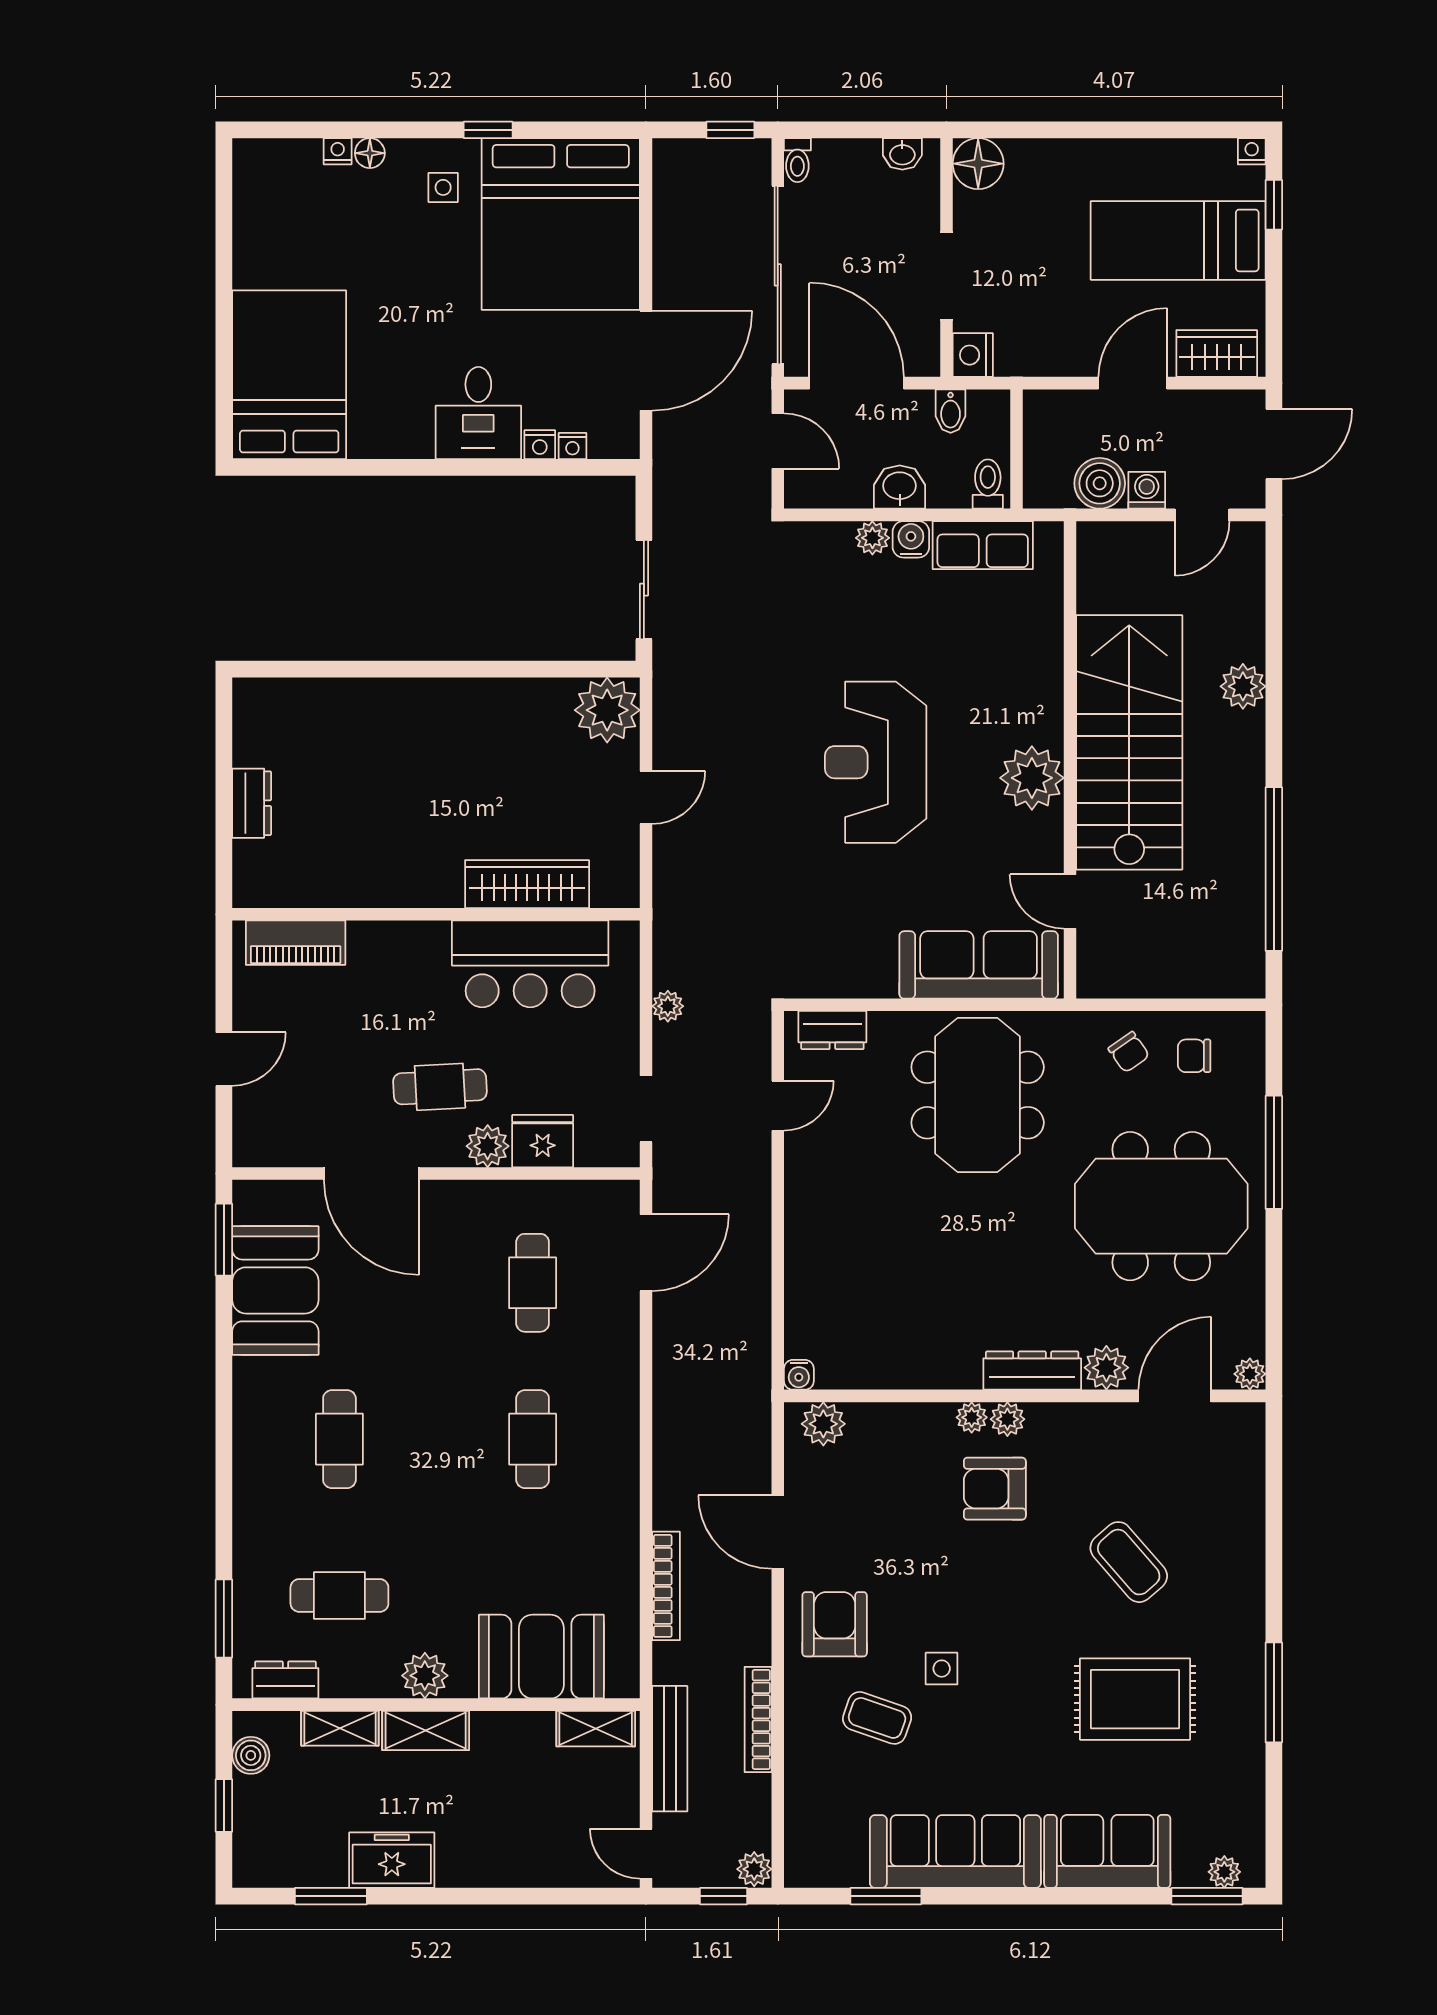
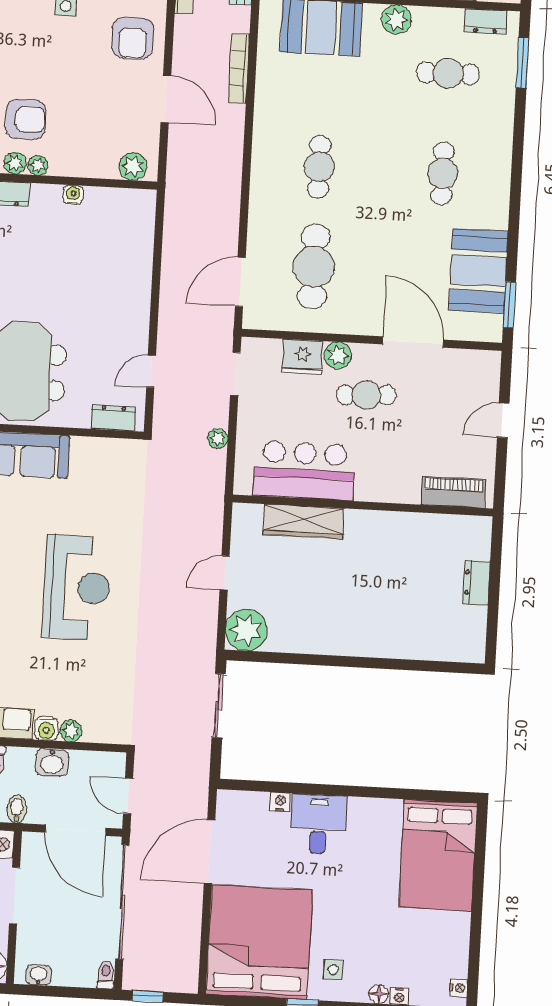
nightstand: (572, 446) -> (459, 988), moved, turned 90
cafe table: (533, 1283) -> (314, 267), width x1.37, depth x1.35
water cooler: (799, 1375) -> (73, 195), moved

